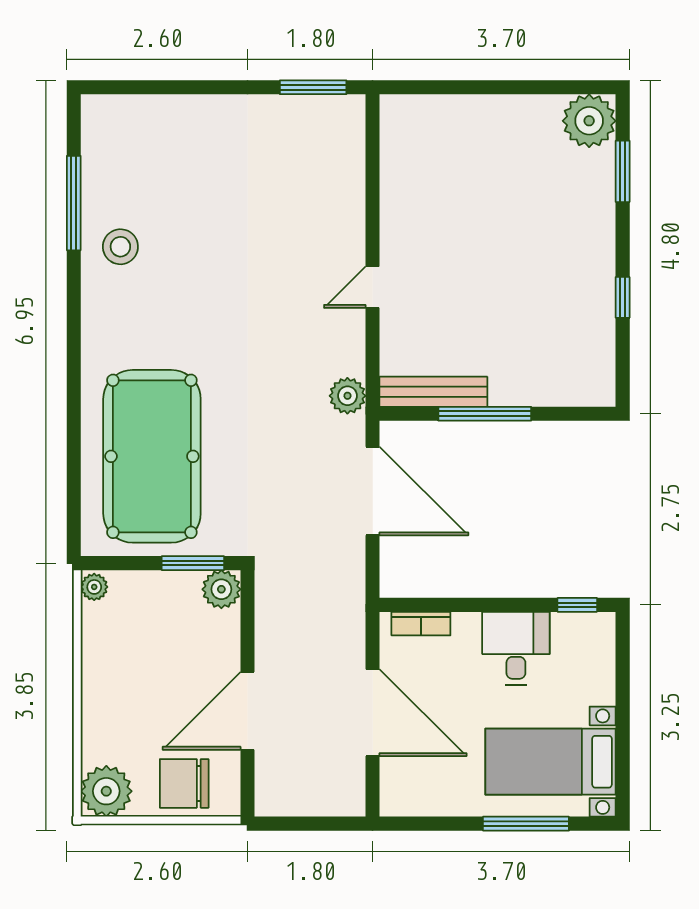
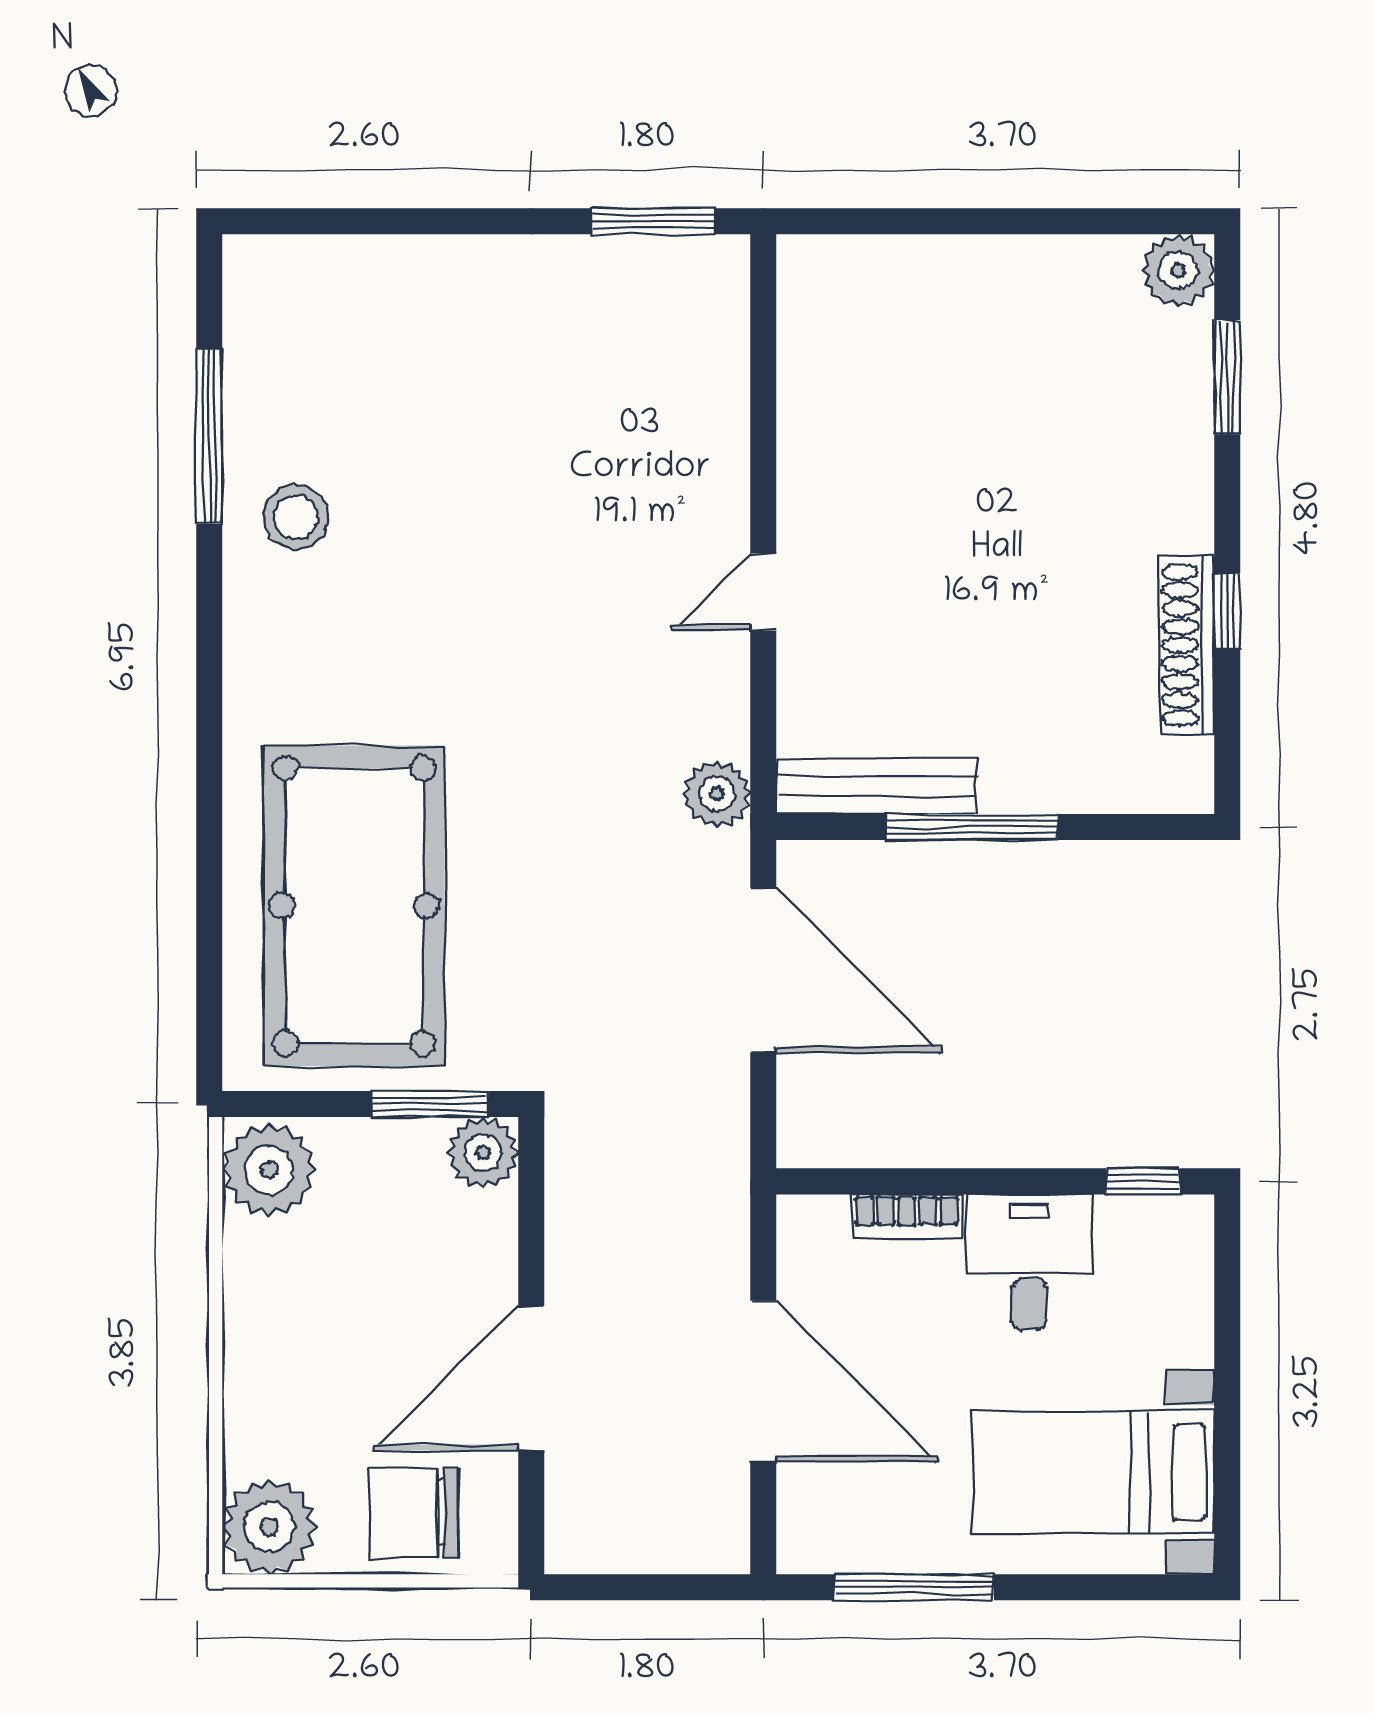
plant: (589, 121) -> (1178, 270), width x0.73, depth x0.73
shoe rack: (601, 316) -> (1187, 645), added
plant: (94, 587) -> (269, 1170), width x1.88, depth x1.88
bookcase: (421, 624) -> (907, 1216), moved
window: (526, 824) -> (914, 1587), moved

